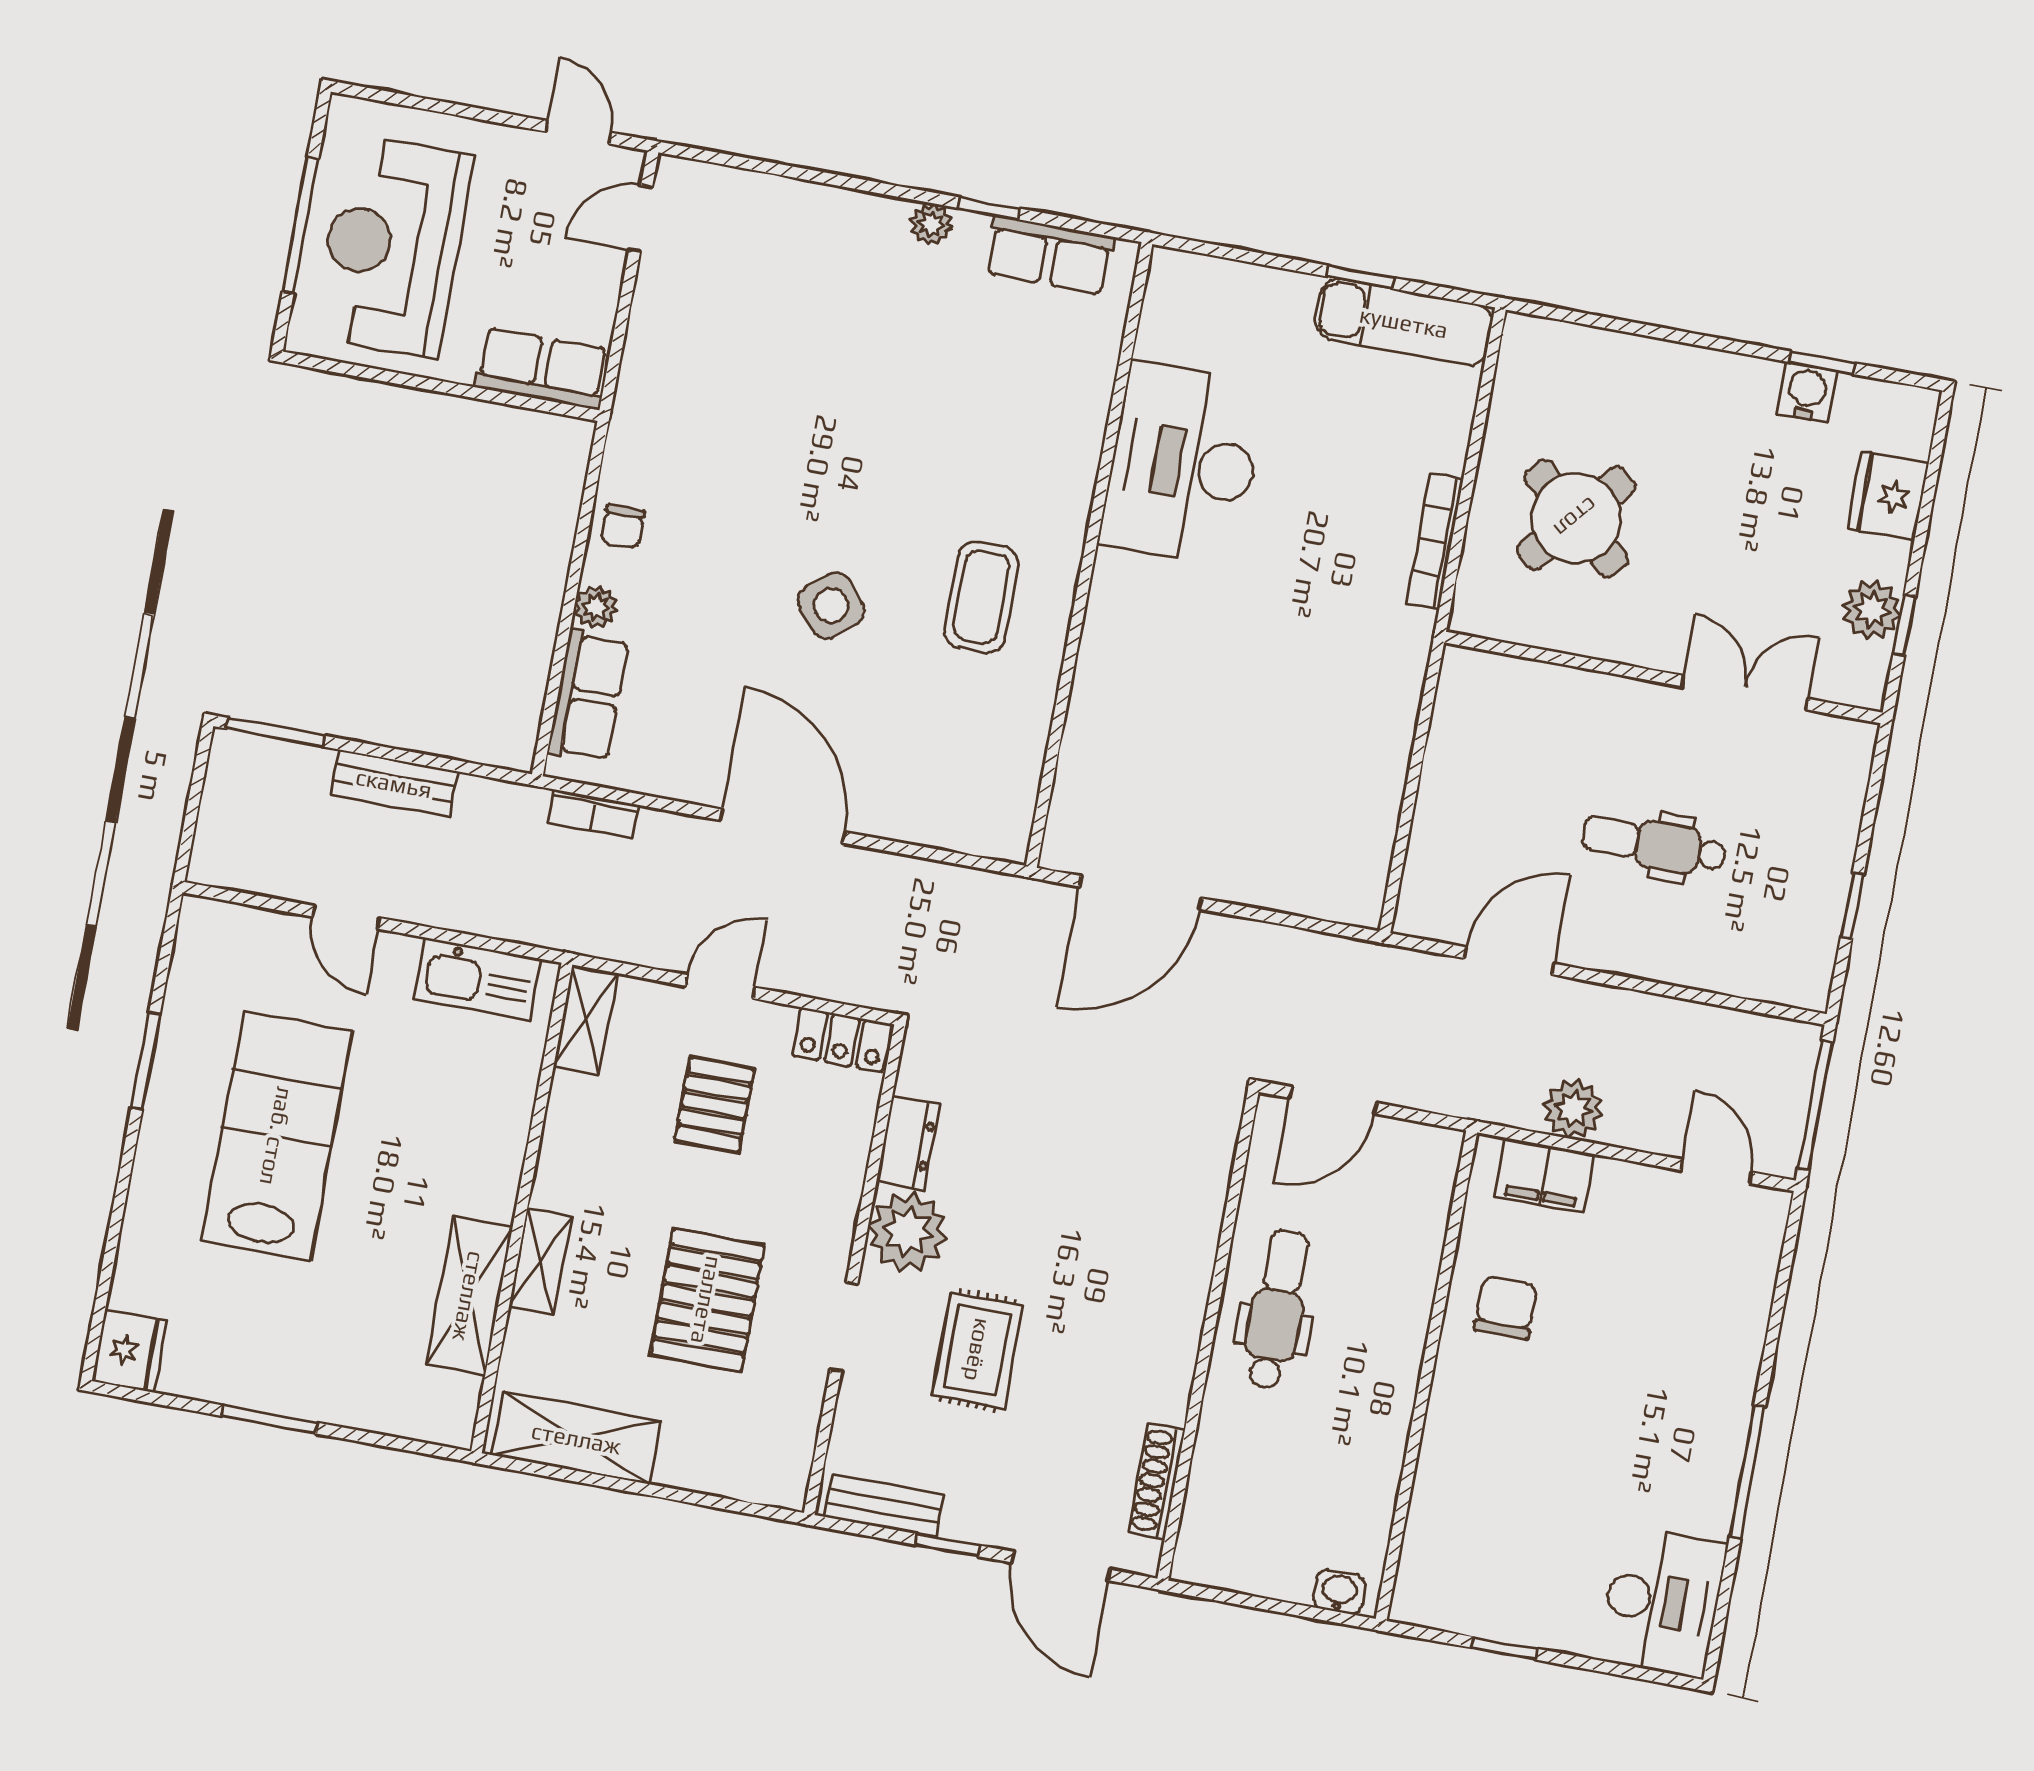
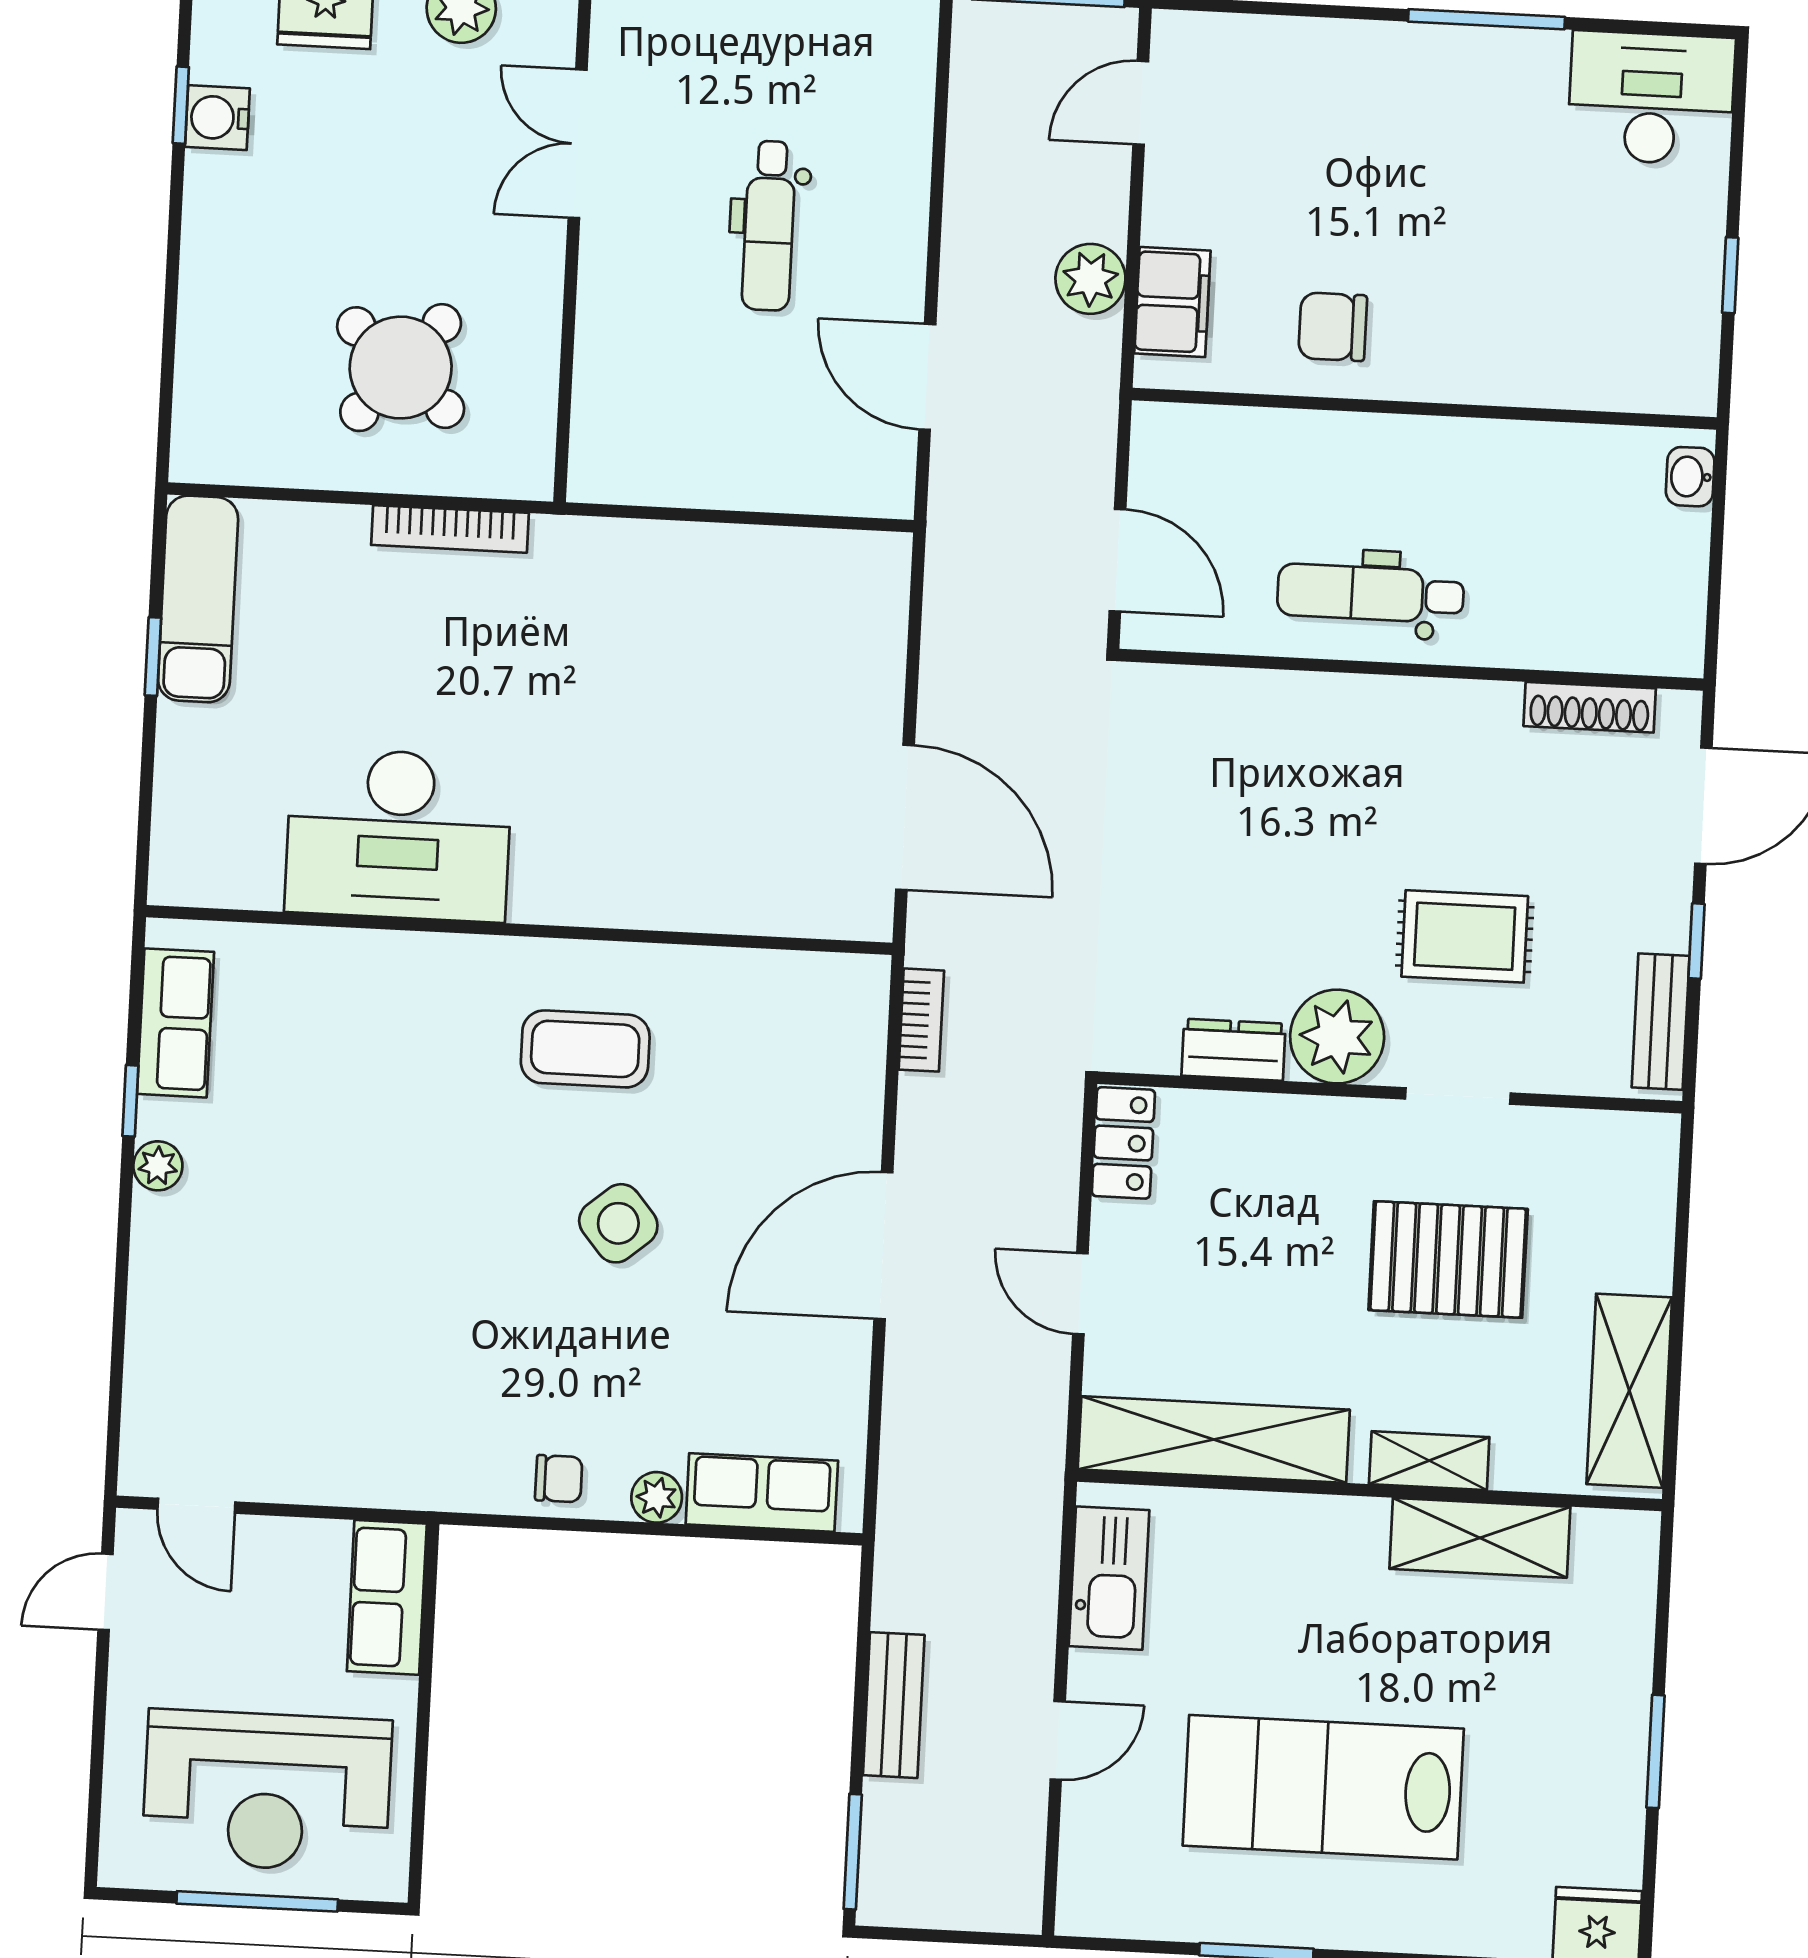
bookcase: (594, 814) -> (921, 1020), moved
shelving: (586, 1020) -> (1214, 1440), width x2.20, depth x1.33
pallet: (714, 1105) -> (1219, 1282), removed

